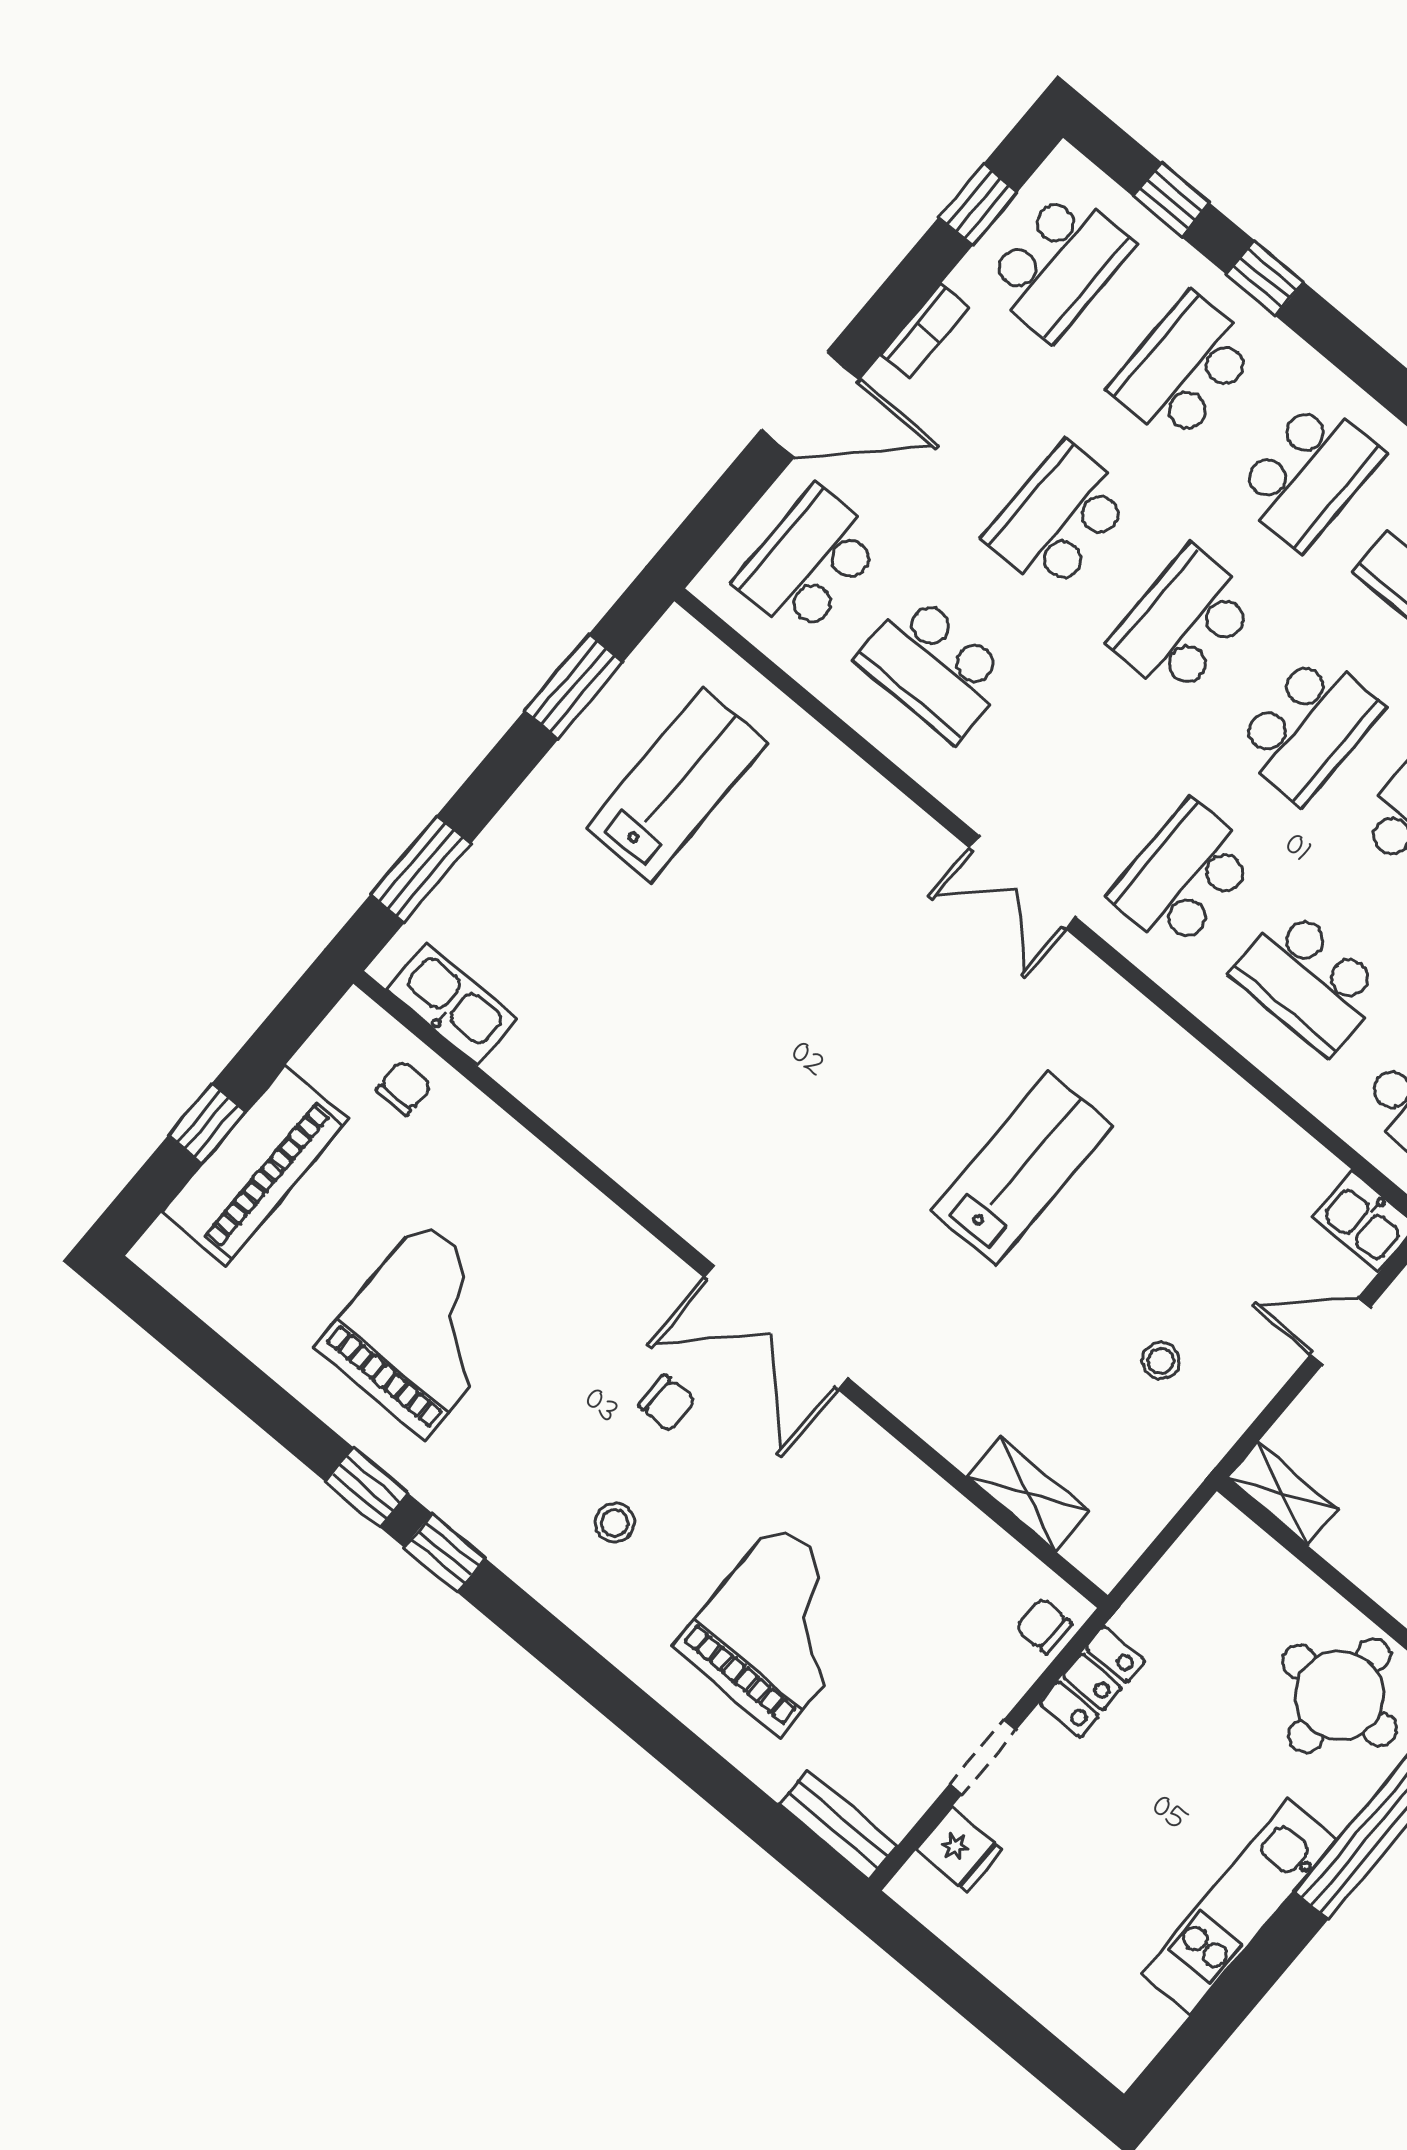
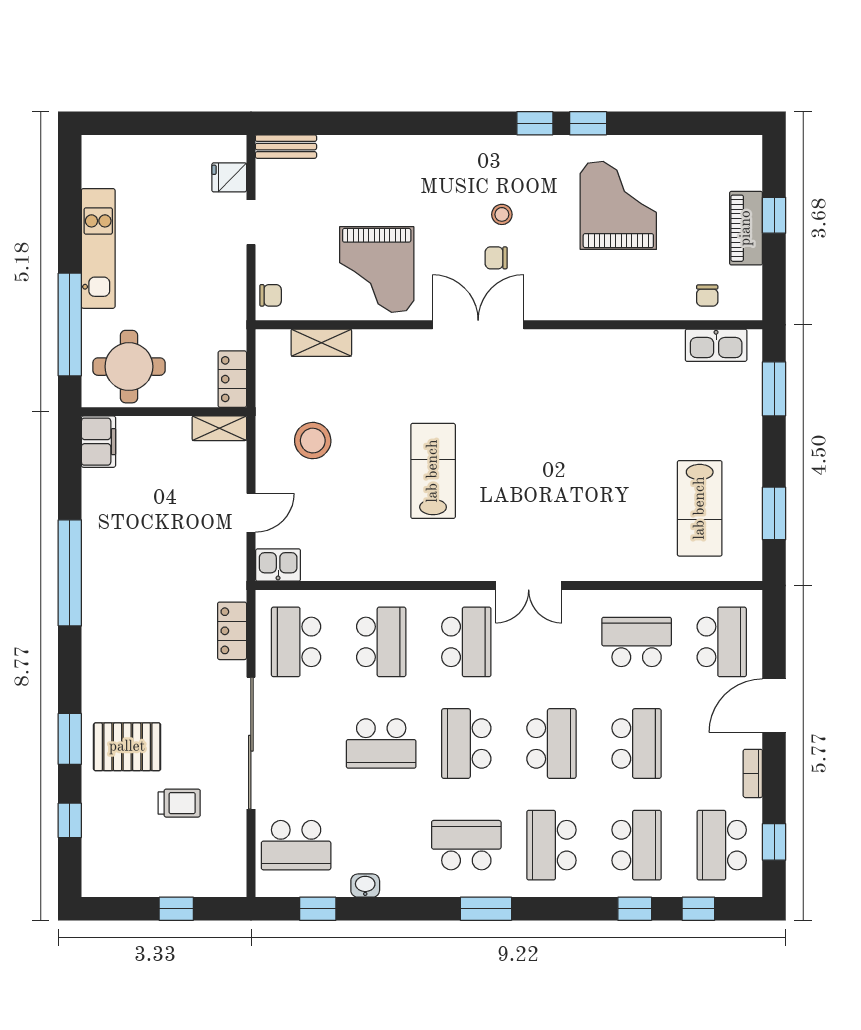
double door: (1023, 882) -> (529, 586), swing flipped
school desk: (1308, 981) -> (381, 642), turned 90
piano: (255, 1165) -> (746, 228), width x0.73, depth x0.75
lab bench: (1022, 1168) -> (433, 471), turned 180
grand piano: (423, 1330) -> (618, 205), turned 180
stool: (1161, 1361) -> (313, 441), width x1.89, depth x1.89
stool: (615, 1523) -> (502, 214), moved
grand piano: (778, 1629) -> (377, 270), moved
locker: (1092, 1682) -> (232, 379), moved

